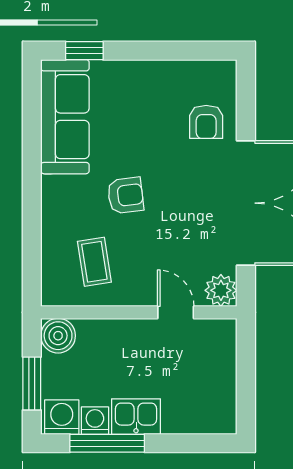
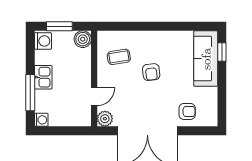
sofa: (65, 117) -> (206, 59), moved, turned 90
armchair: (206, 122) -> (187, 111), turned 180
washing machine: (95, 421) -> (41, 120), moved
window: (107, 443) -> (30, 93), moved

